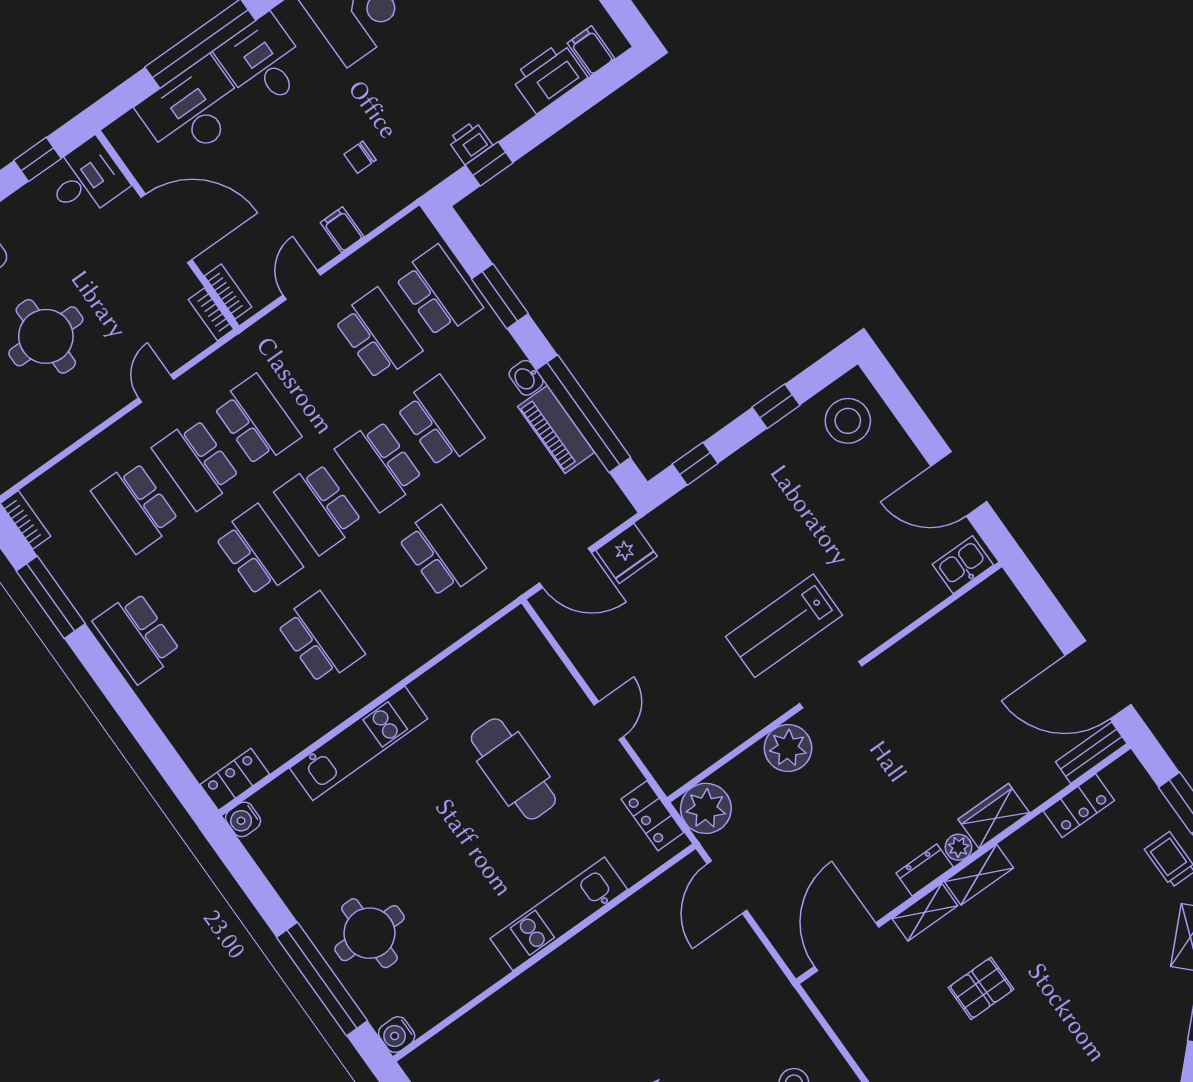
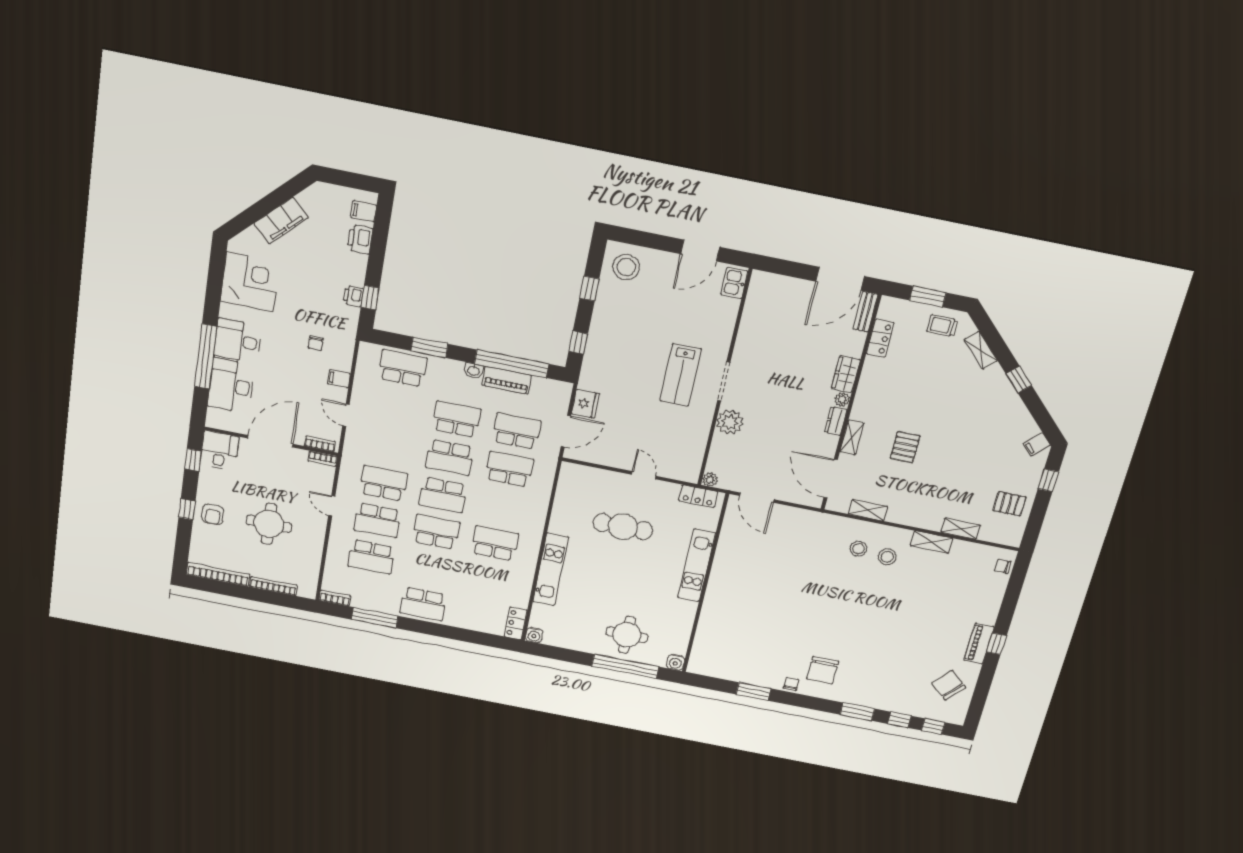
printer: (549, 77) -> (360, 239), width x0.73, depth x0.84
school desk: (378, 335) -> (517, 431), moved
plant: (706, 808) -> (710, 479), width x0.53, depth x0.53
shelving: (979, 875) -> (868, 510), moved, turned 90

